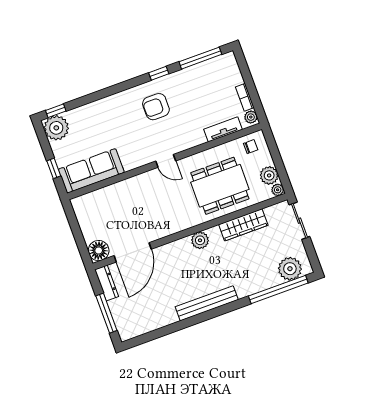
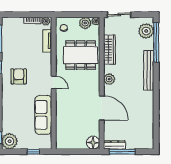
armchair: (156, 107) -> (19, 76), turned 180
door: (166, 161) -> (54, 82), hinge flipped
sofa: (91, 171) -> (43, 115), moved
dining table: (220, 186) -> (81, 55), turned 90
door: (133, 252) -> (102, 108), moved
bench: (207, 303) -> (149, 70), moved
window: (106, 313) -> (122, 152), moved

